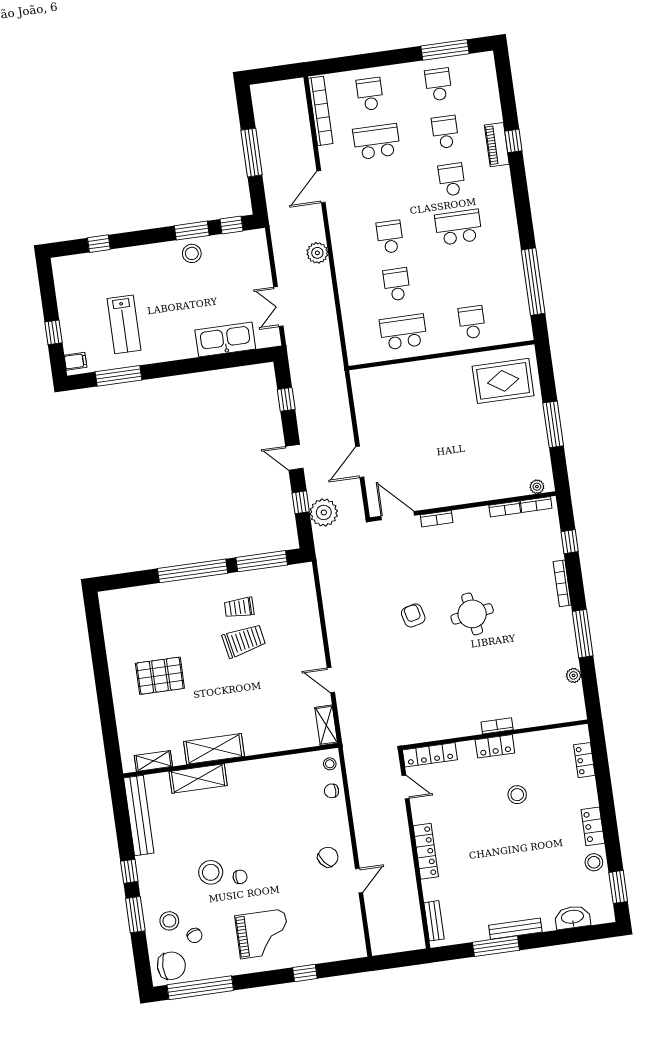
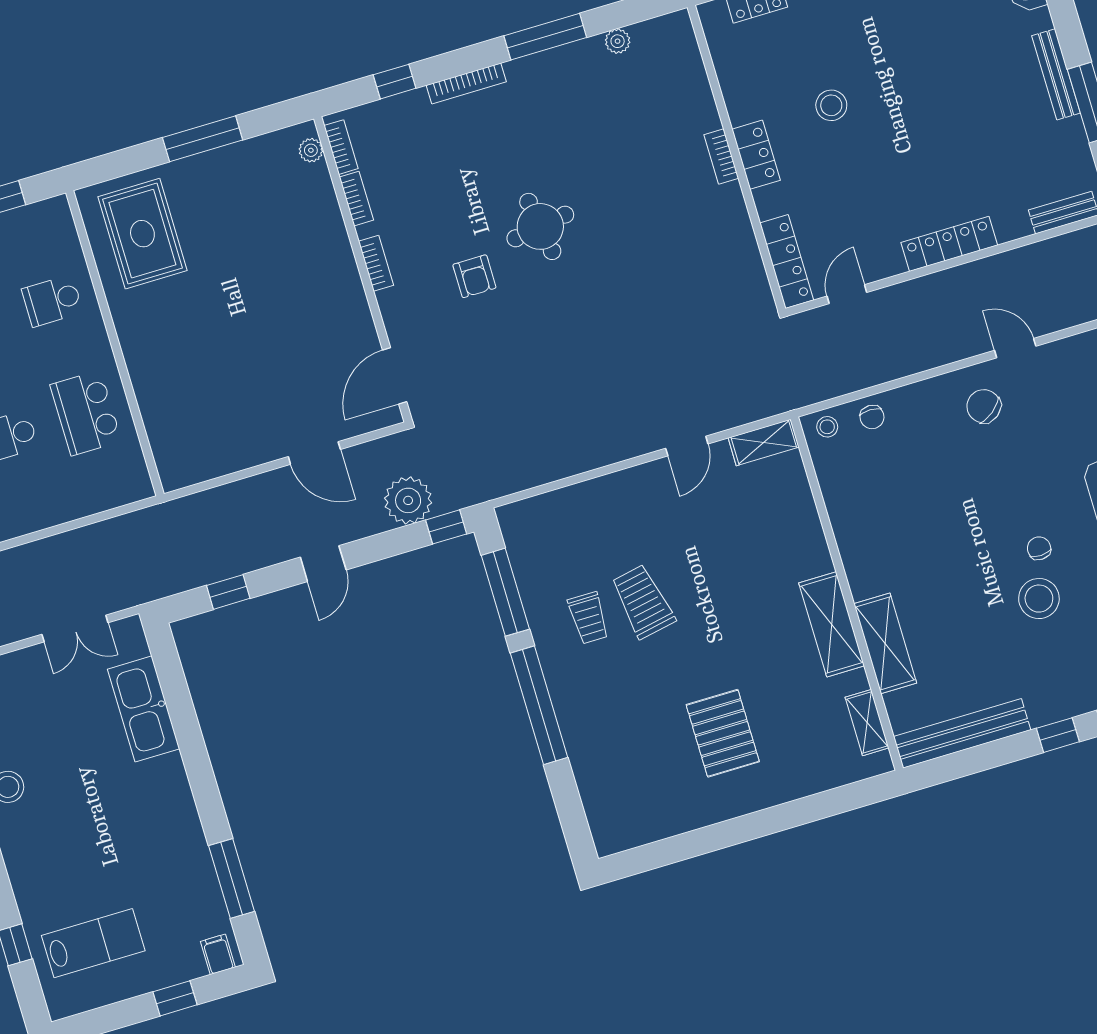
lab bench: (124, 324) -> (93, 943), moved
window: (301, 502) -> (446, 527), moved
bookcase: (437, 519) -> (376, 263), moved
armchair: (413, 615) -> (474, 276), moved, turned -76

